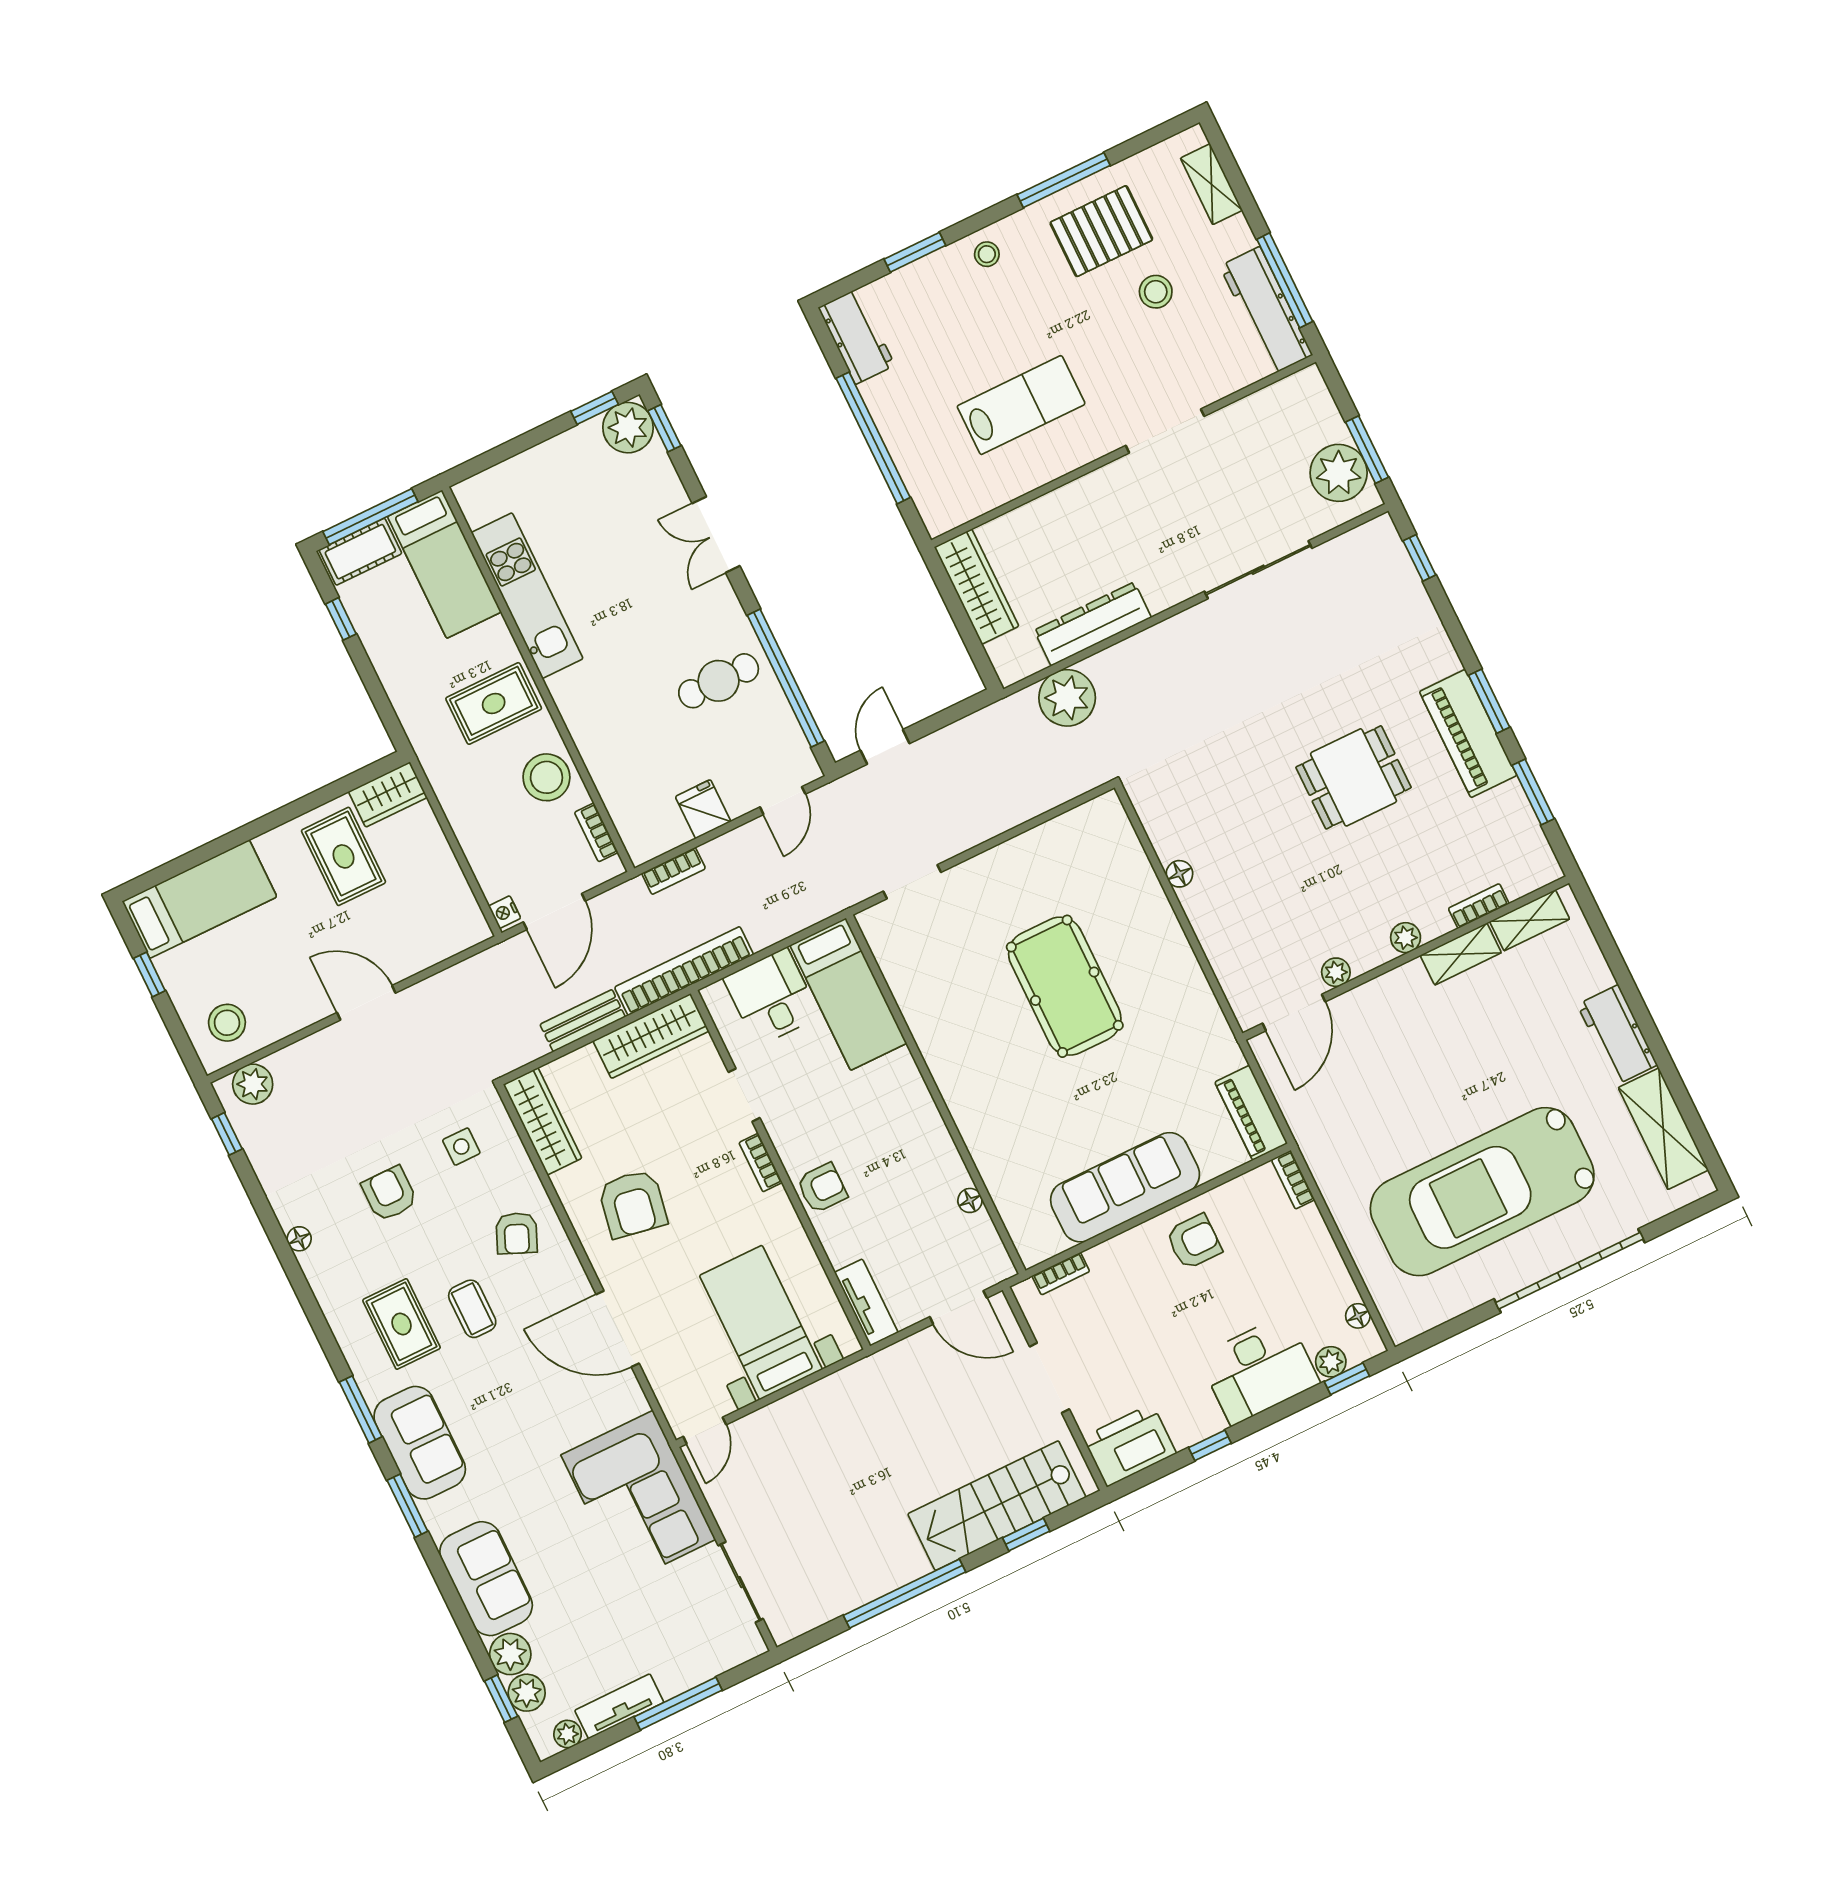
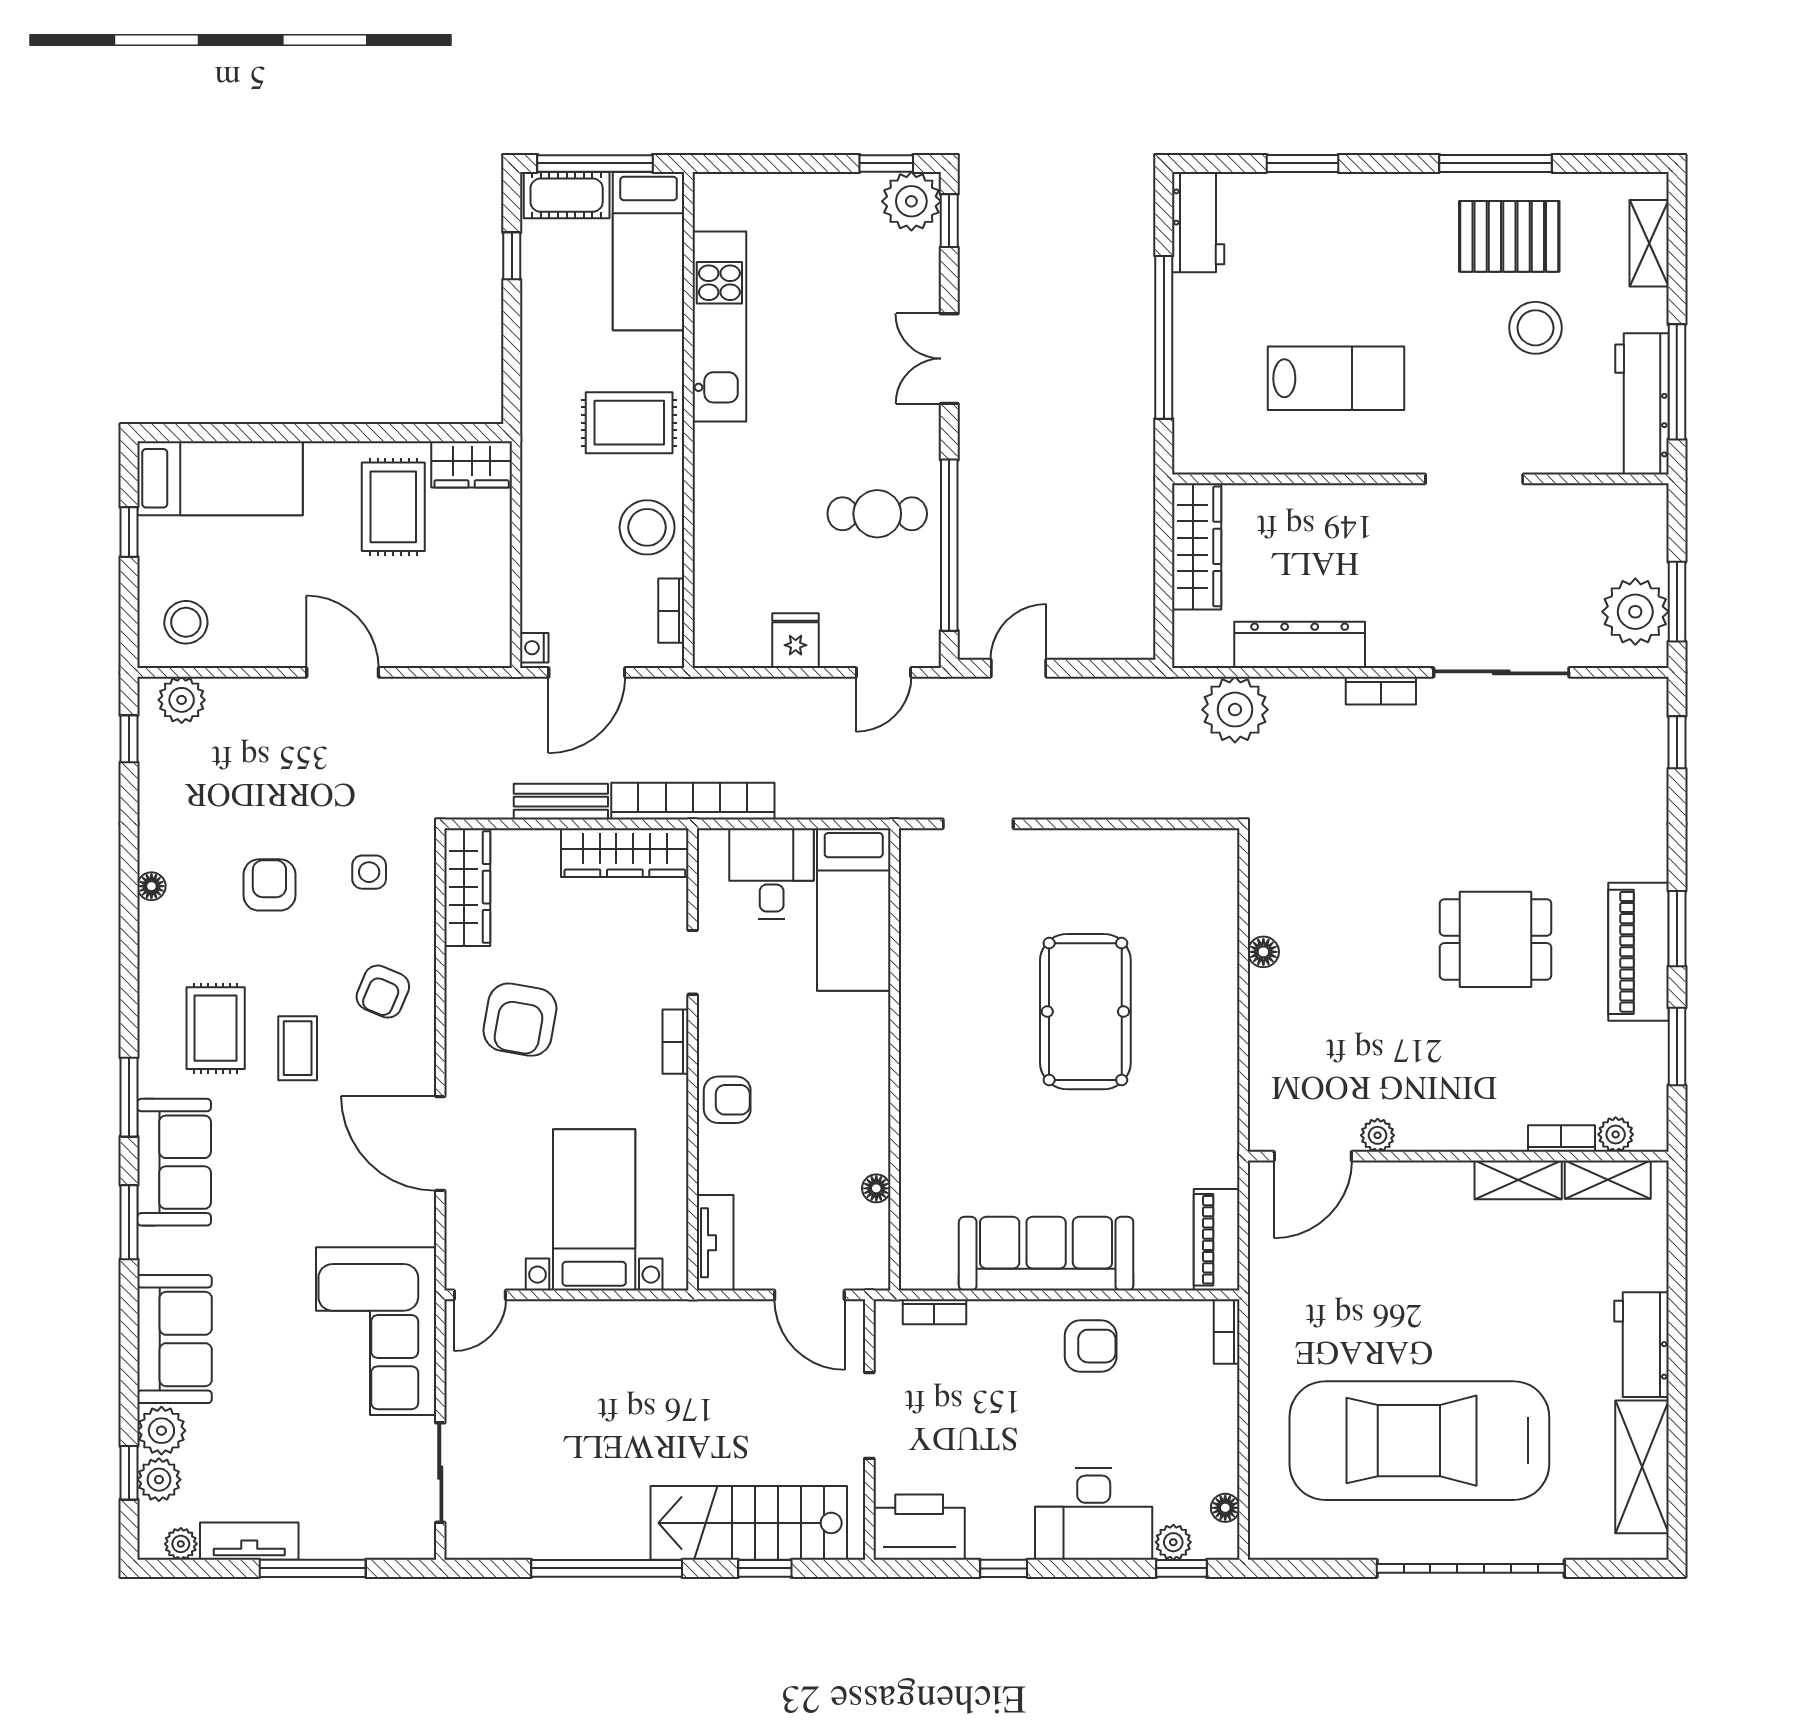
stool: (987, 254) -> (1377, 202), removed
stool: (1156, 292) -> (1536, 328), width x1.38, depth x1.38
bookcase: (674, 871) -> (1381, 691), moved
plant: (1406, 938) -> (1616, 1134), moved

